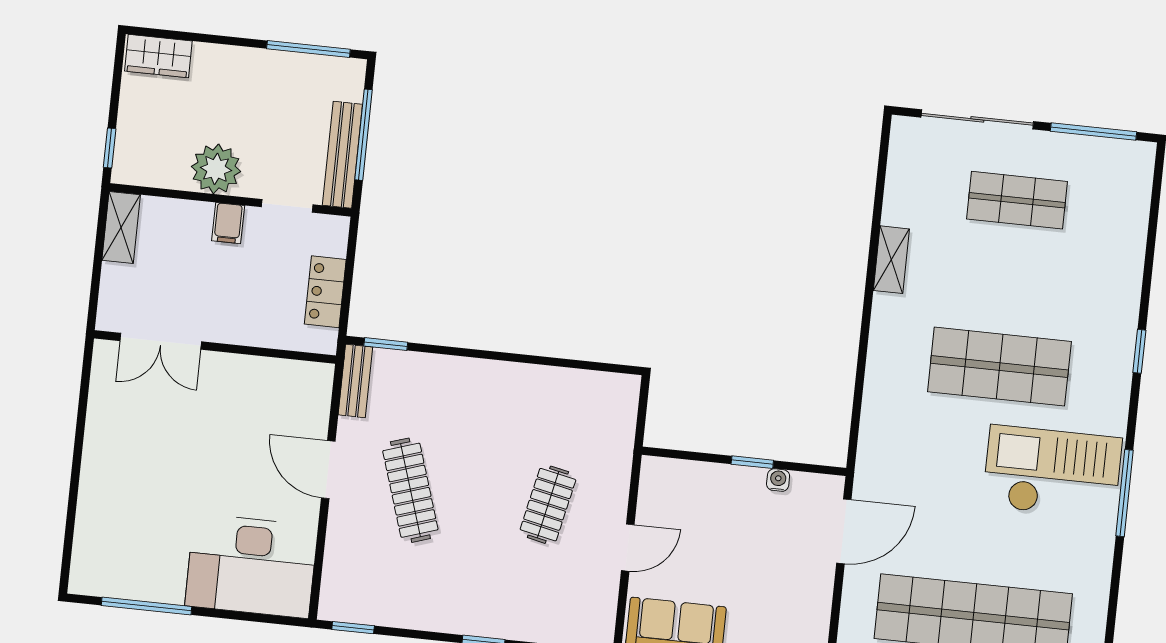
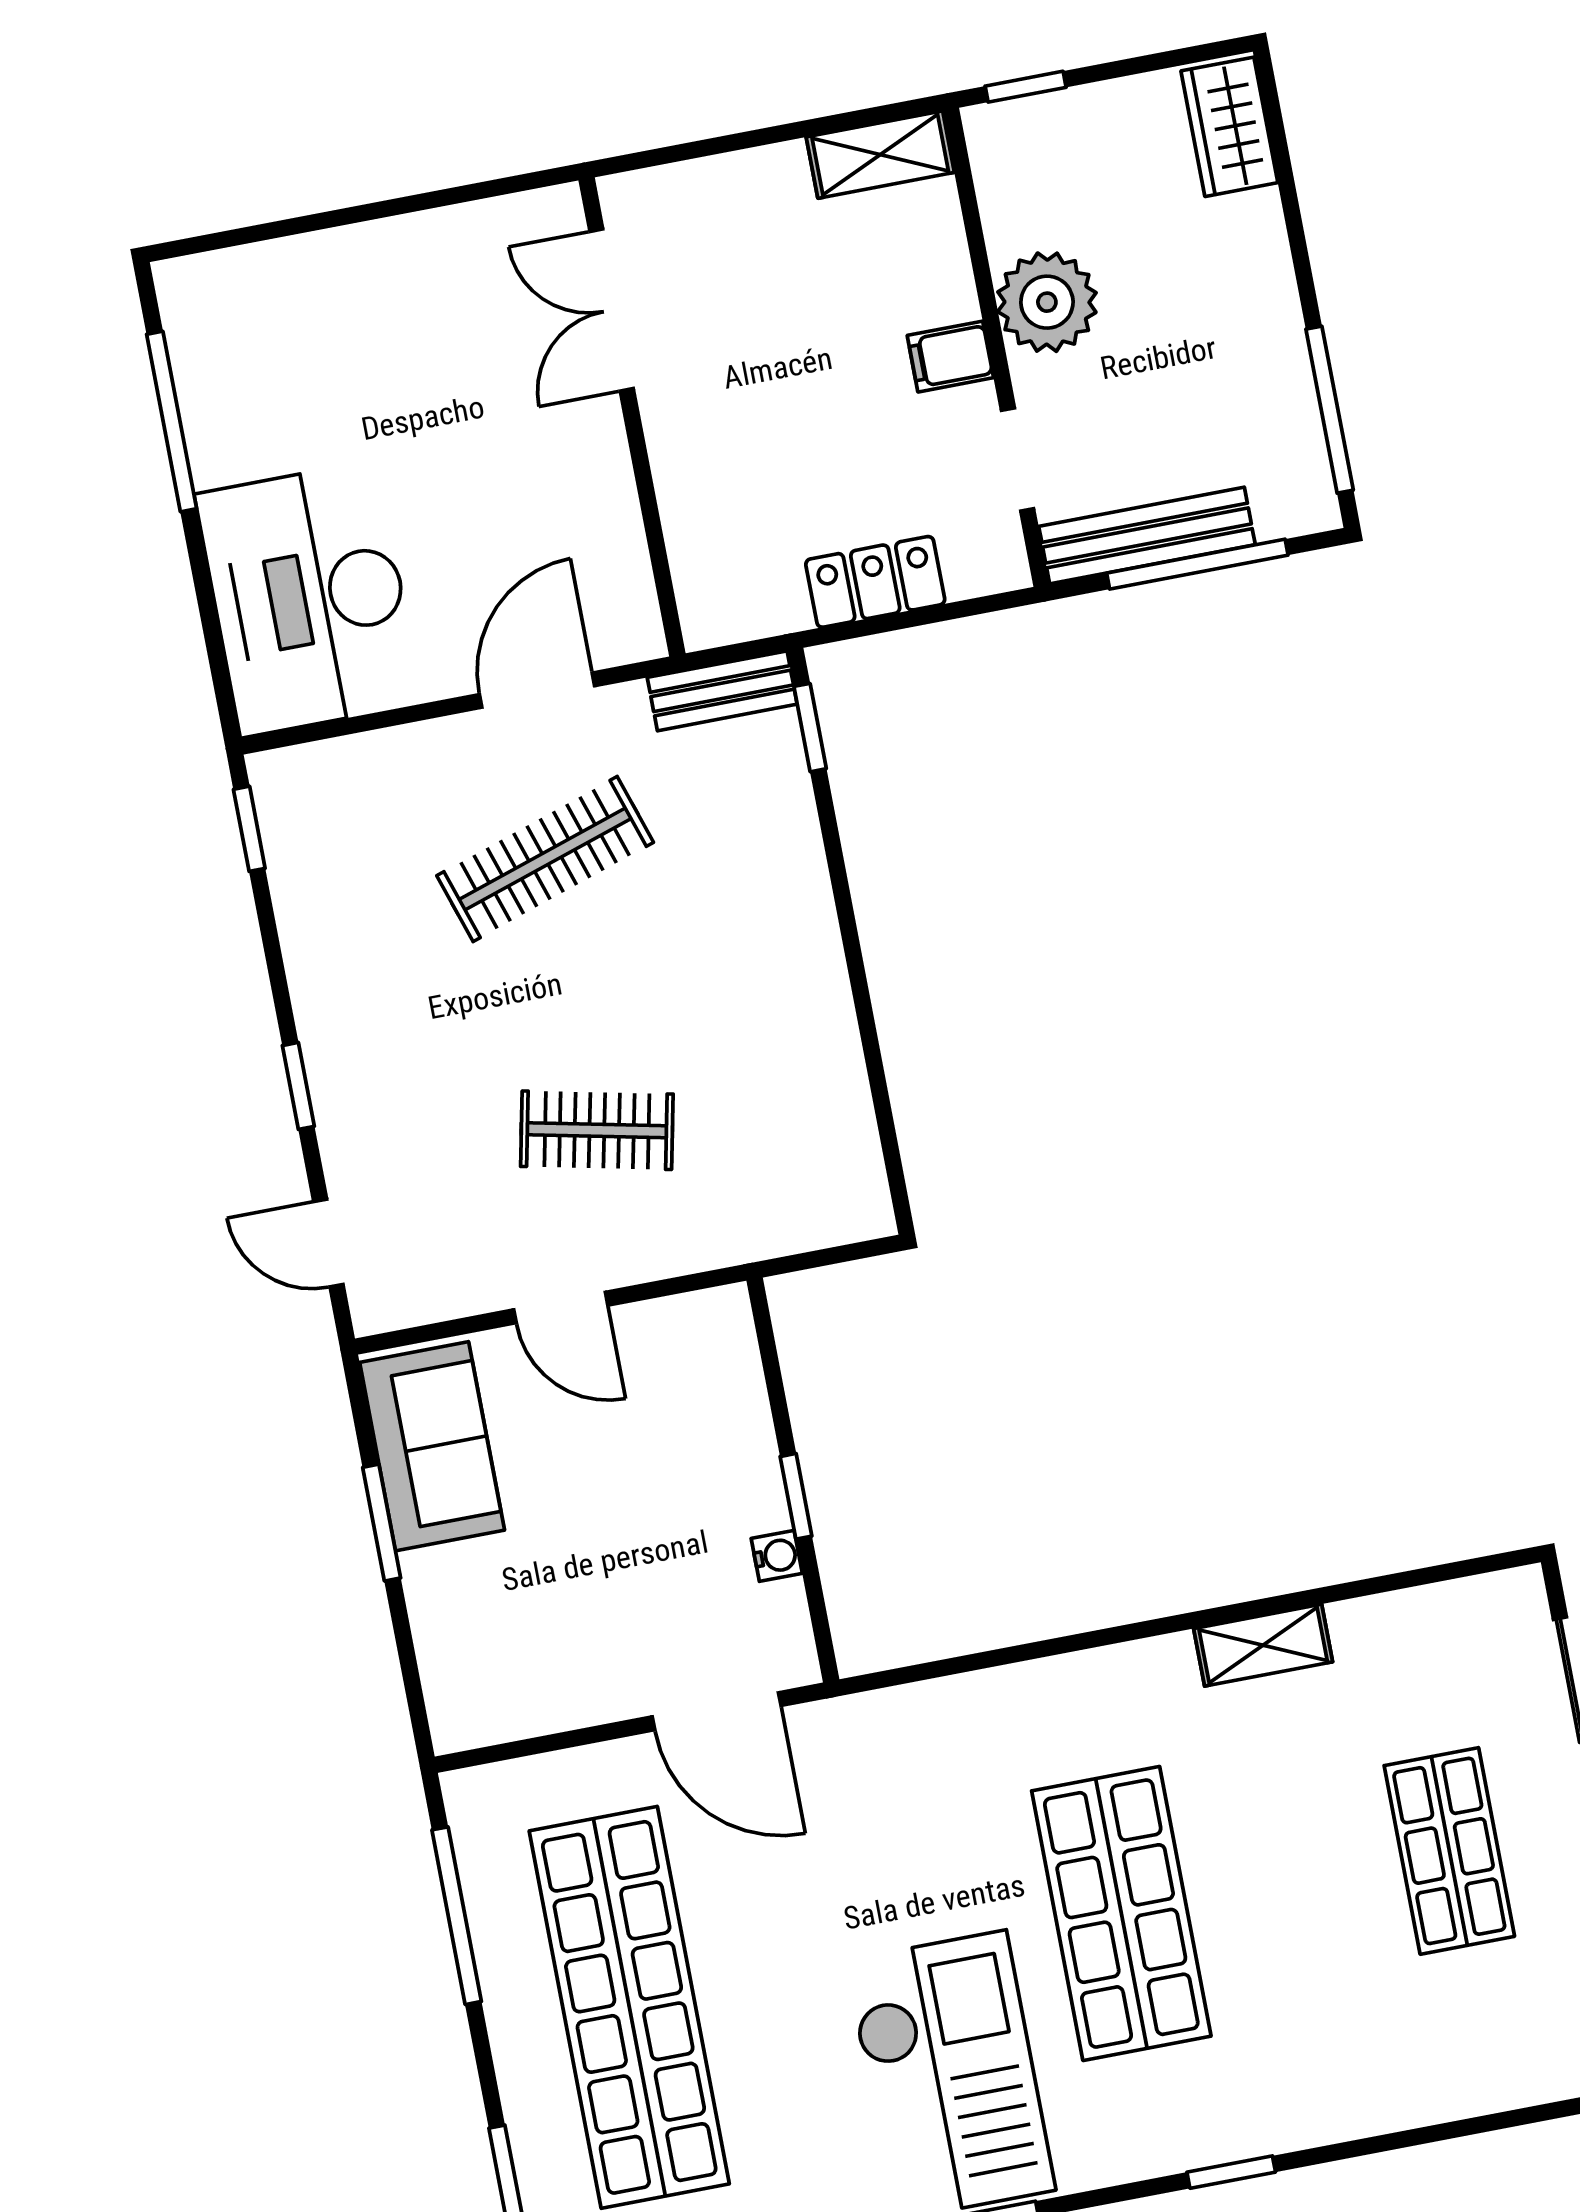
double door: (161, 341) -> (612, 310), moved
wall: (215, 347) -> (632, 417), moved

